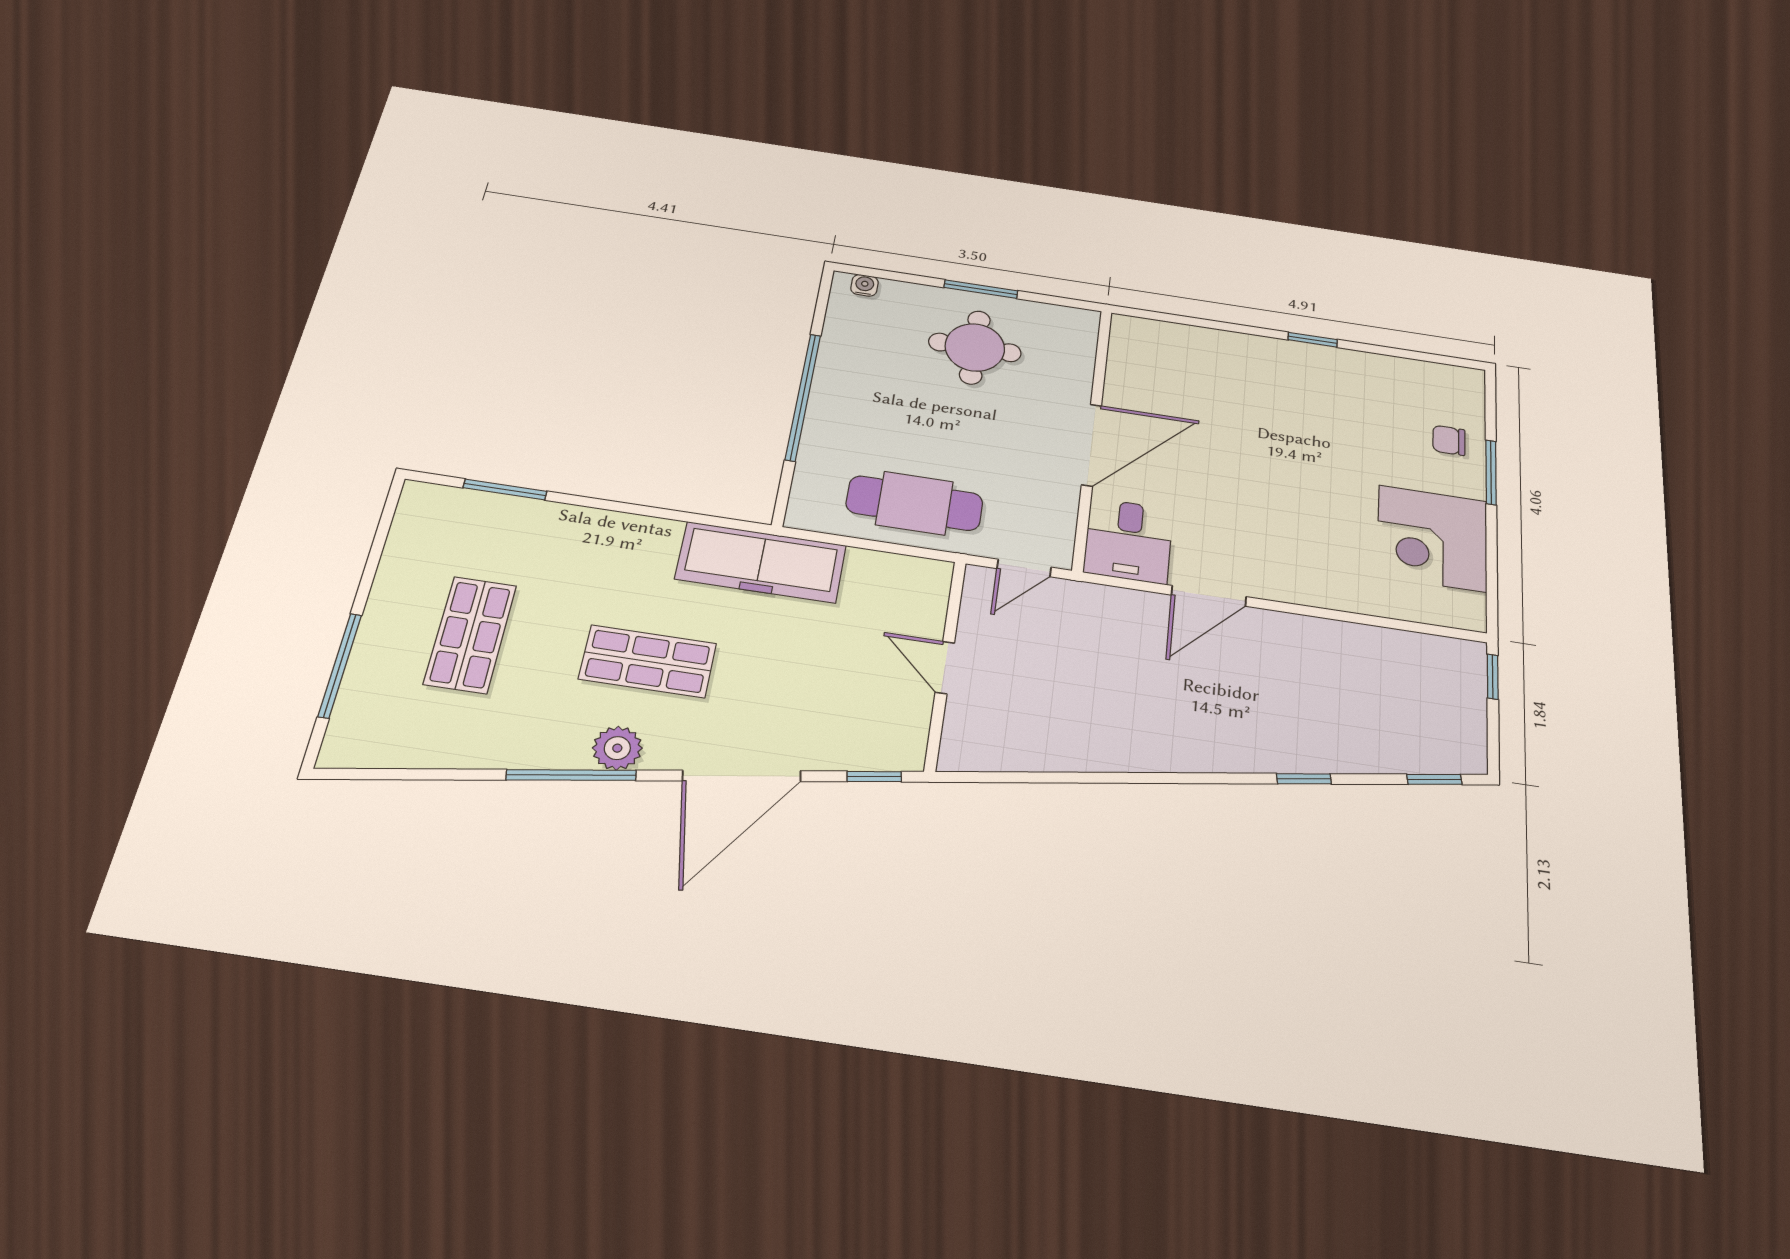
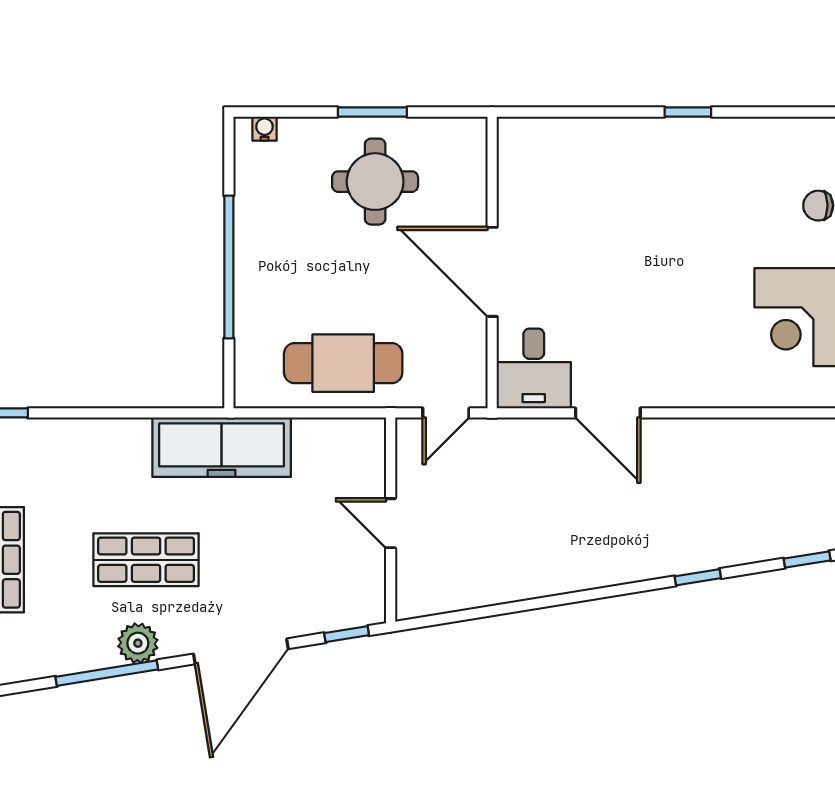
door: (1092, 445) -> (492, 272), swing flipped
door: (1209, 596) -> (608, 413), hinge flipped

